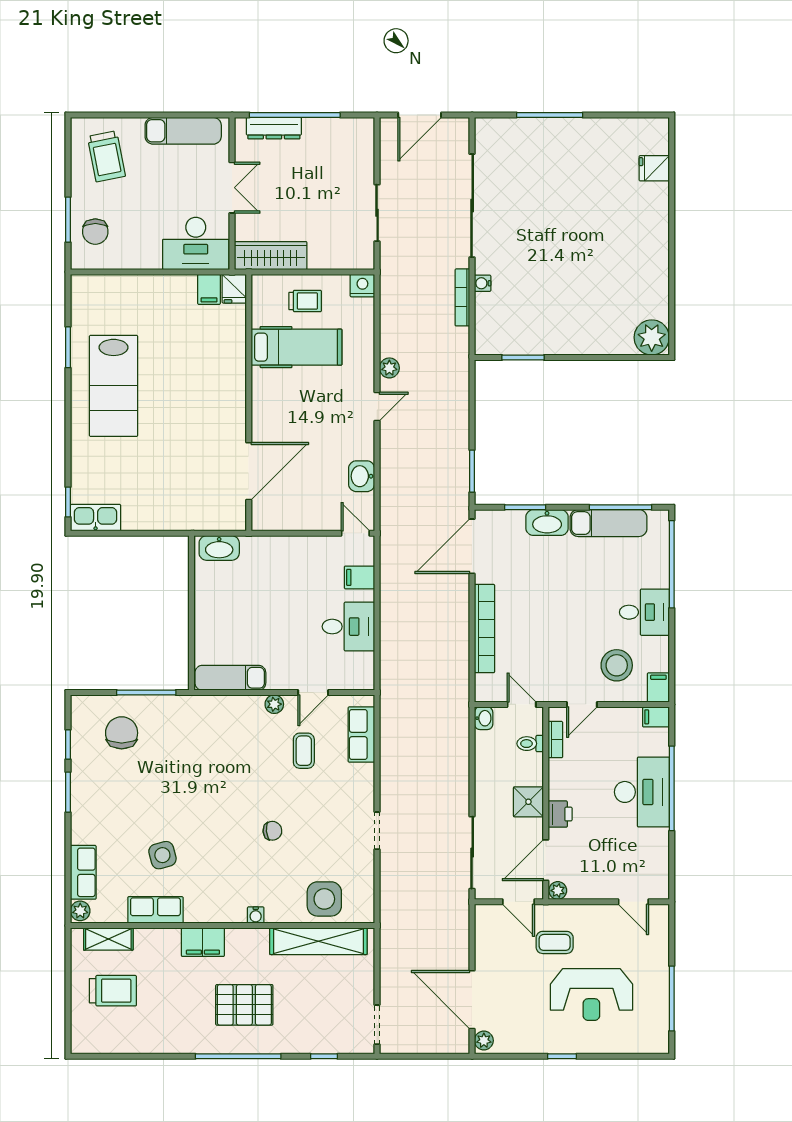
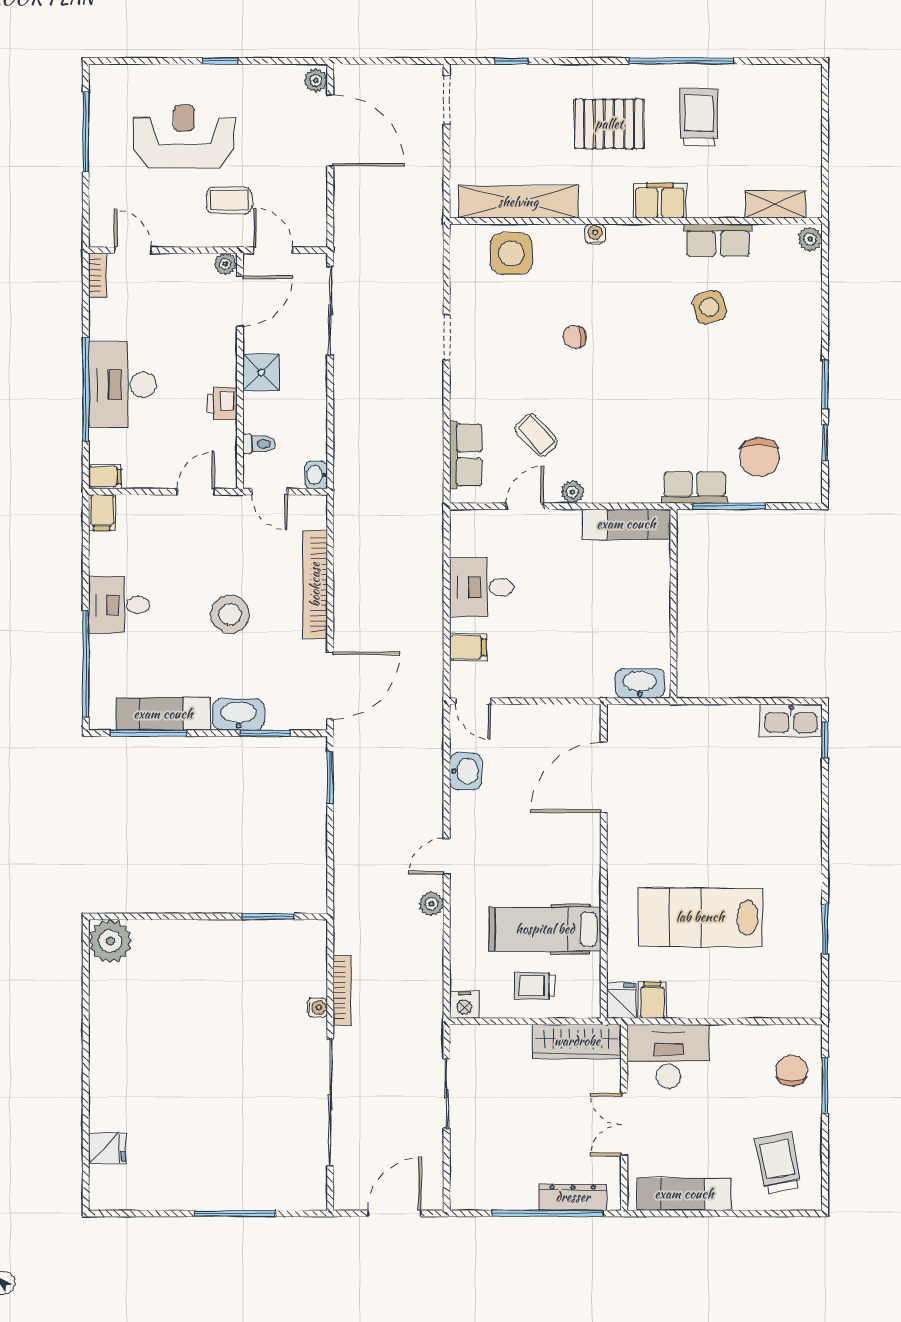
lab bench: (114, 386) -> (700, 917), moved, turned -90
stool: (617, 665) -> (230, 614), moved
bookcase: (555, 740) -> (98, 275), moved, turned 180
coffee table: (304, 751) -> (536, 435), turned -43
printer: (560, 814) -> (222, 404), moved
row of seats: (83, 872) -> (695, 488), moved, turned 90
trolley: (113, 991) -> (699, 117), moved, turned 90
window: (238, 1056) -> (681, 61), moved

